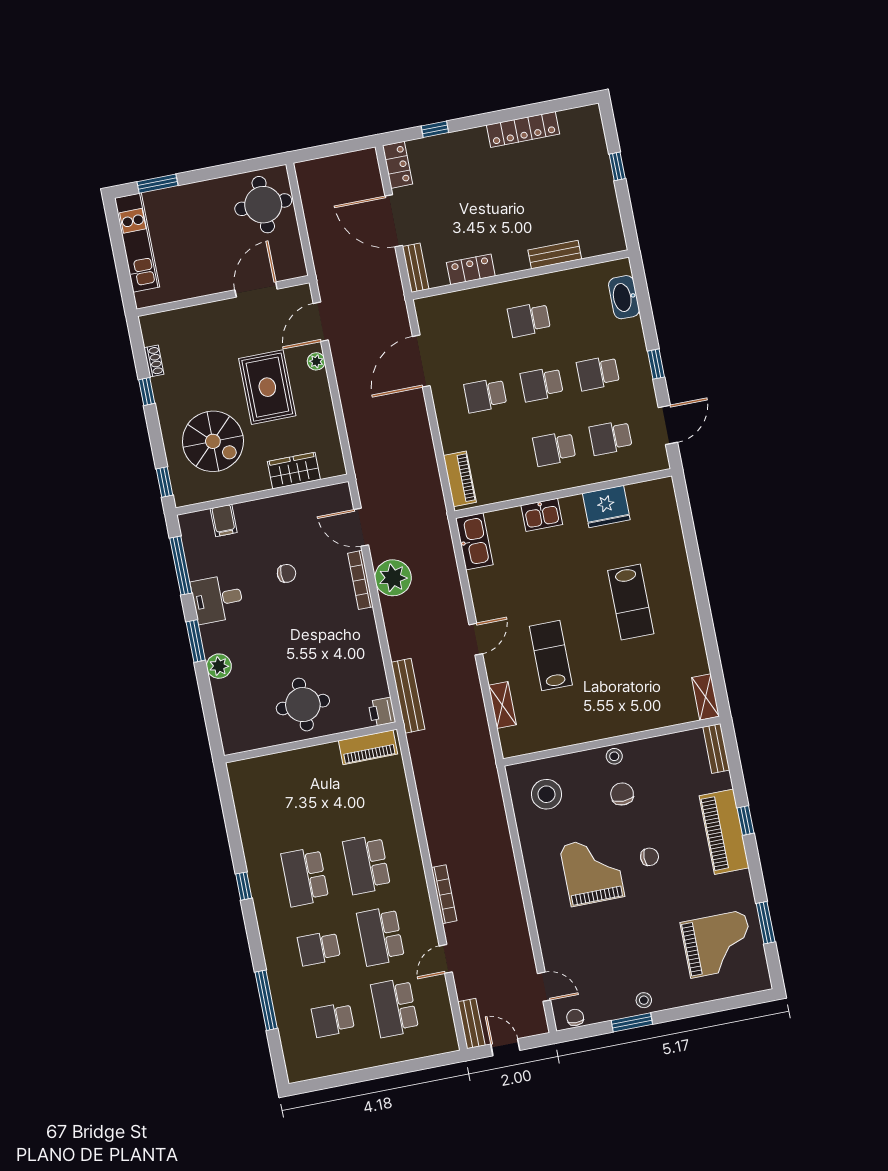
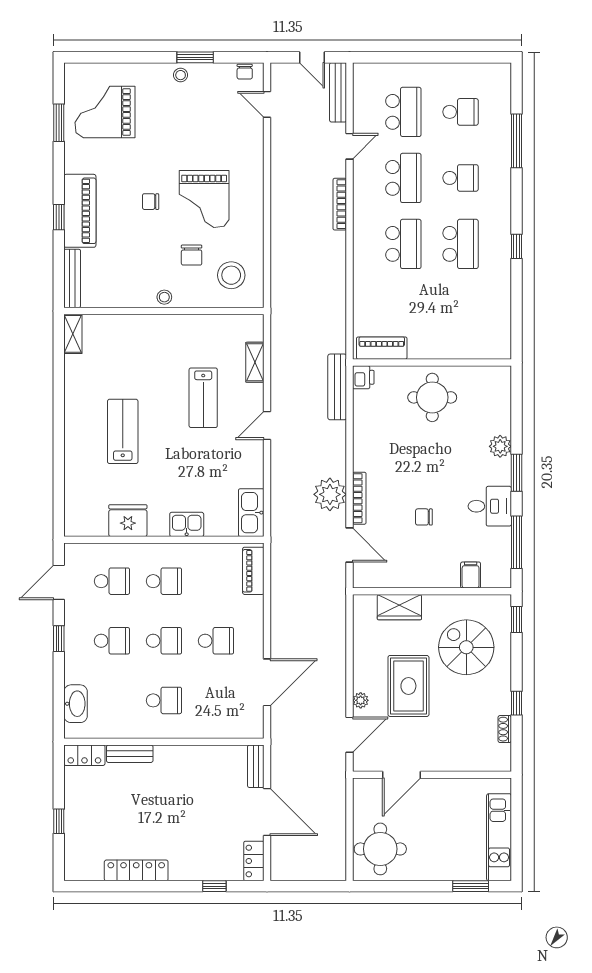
locker: (471, 269) -> (84, 755), moved
bench: (716, 748) -> (72, 278), width x1.36
chair: (622, 794) -> (192, 255), moved
bench: (471, 1024) -> (338, 92), width x1.36

